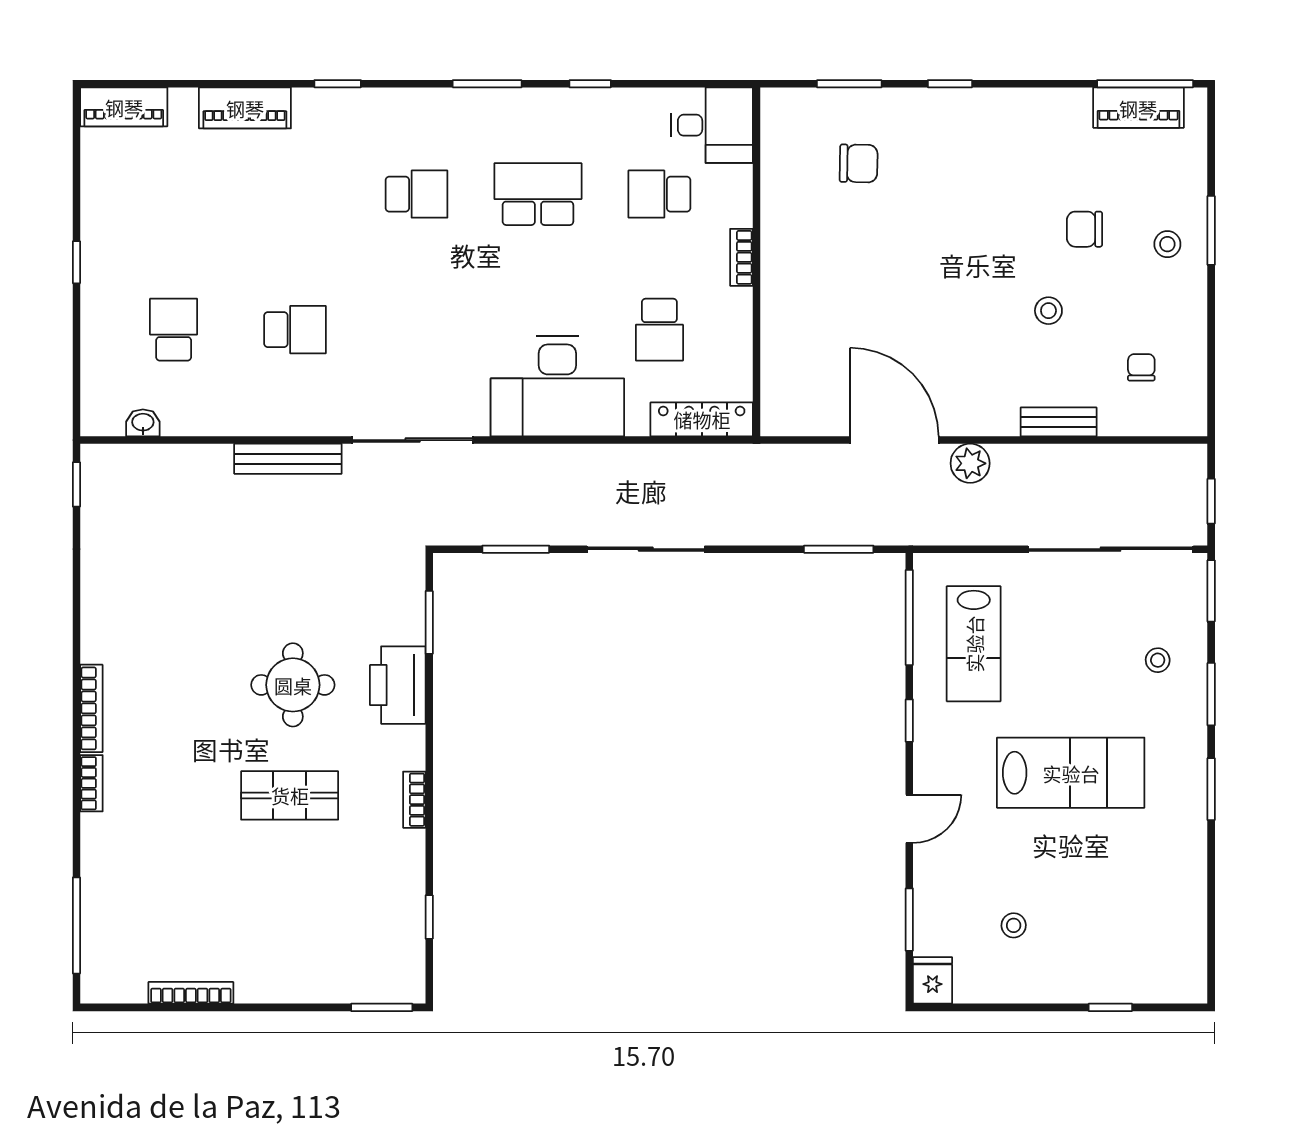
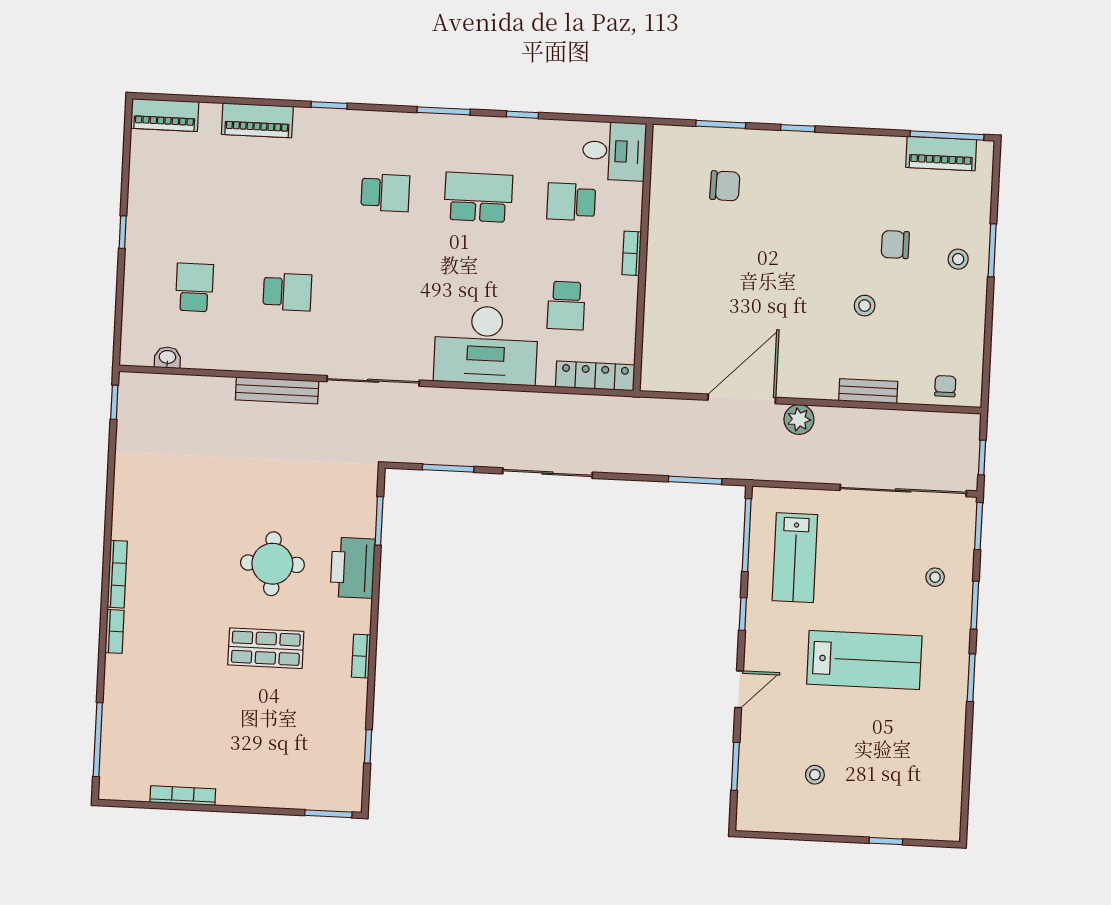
chair: (1141, 367) -> (945, 386), moved
door: (894, 440) -> (742, 399), hinge flipped
fridge: (933, 980) -> (751, 814), removed

